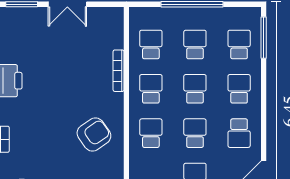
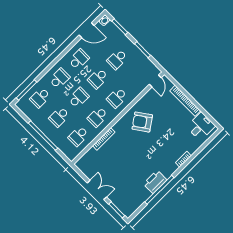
school desk: (195, 89) -> (79, 98), turned 180
school desk: (239, 89) -> (59, 78), turned 180

